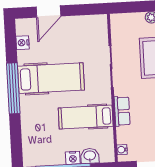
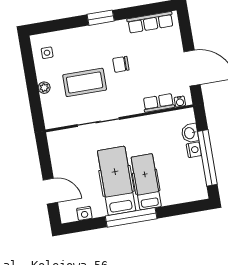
row of seats: (122, 111) -> (159, 103), moved
hospital bed: (86, 117) -> (146, 182), moved, turned 180

